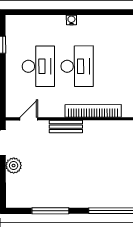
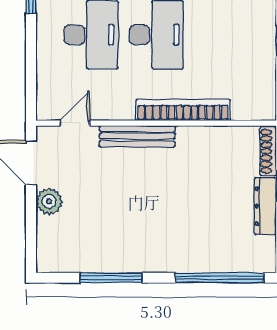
bench: (66, 127) -> (137, 136), width x1.36

